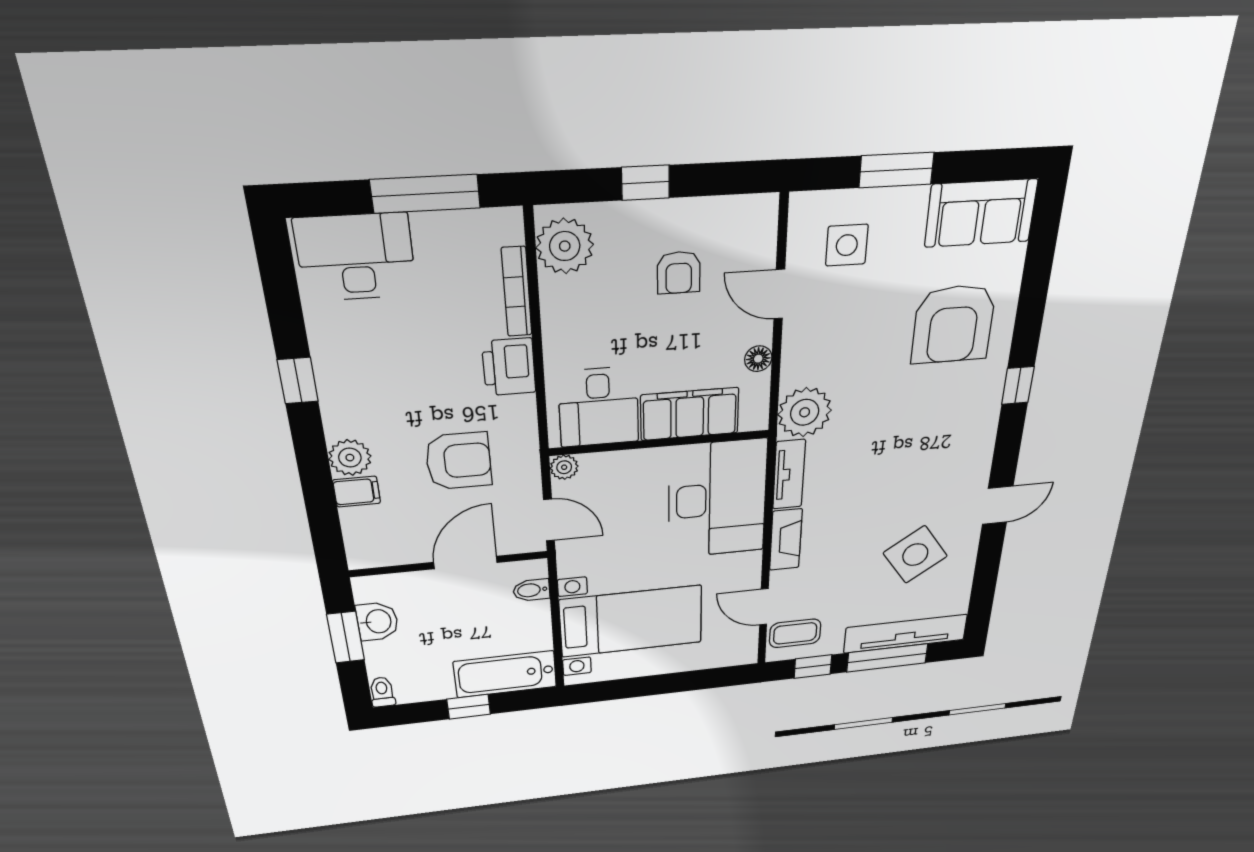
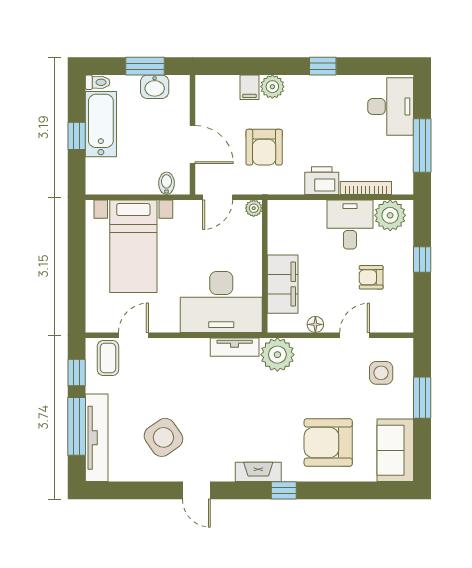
desk: (599, 407) -> (350, 224), moved, turned 90
fireplace: (786, 540) -> (258, 472), moved, turned 180
bathtub: (505, 674) -> (101, 124), moved

